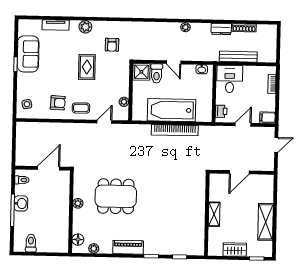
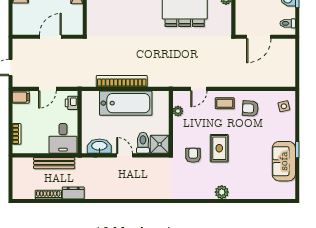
tv unit: (56, 25) -> (254, 193), removed
plant: (186, 27) -> (112, 194), removed
armchair: (112, 45) -> (193, 155), moved
washbasin: (202, 69) -> (99, 146), width x1.91, depth x1.45

